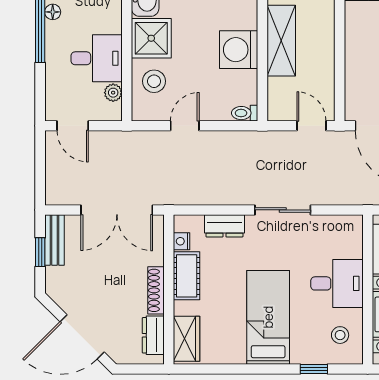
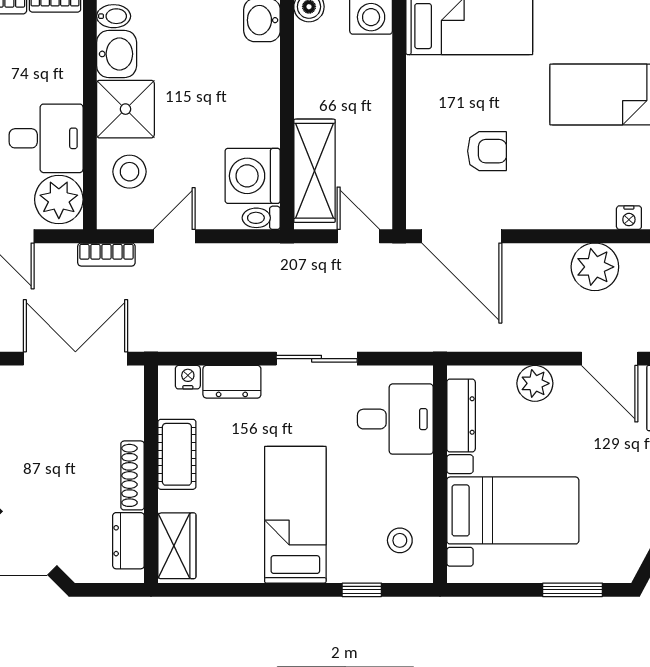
shelving: (281, 41) -> (314, 171), moved
washing machine: (239, 50) -> (253, 176), moved
plant: (113, 93) -> (59, 199), width x1.87, depth x1.87
bookcase: (138, 138) -> (106, 255), added
double door: (117, 210) -> (75, 359), swing flipped
nightstand: (182, 241) -> (188, 377), moved, turned 90
desk: (337, 283) -> (395, 419), moved

